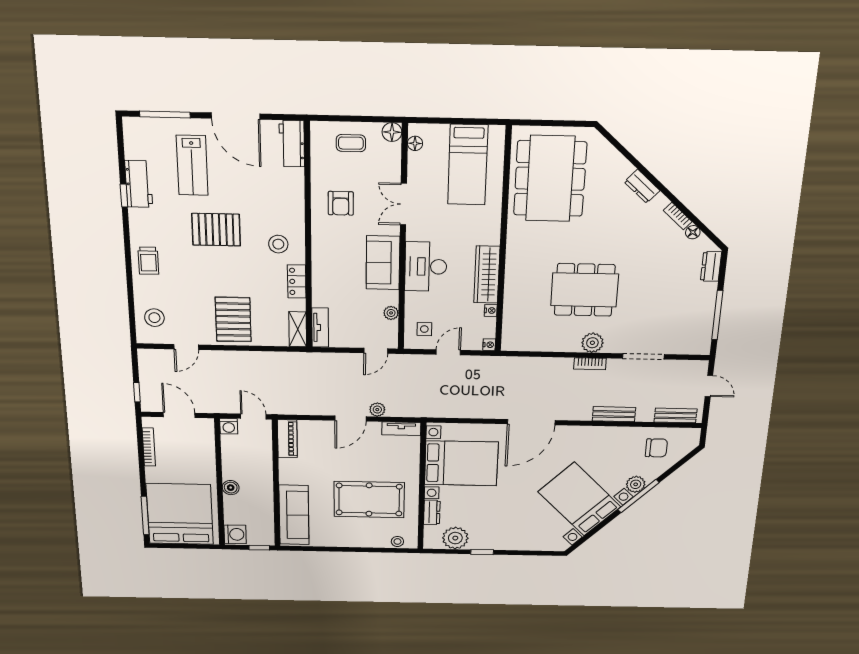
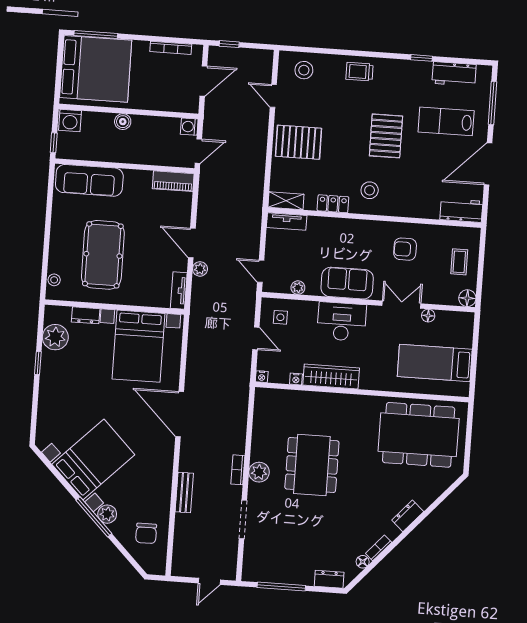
floor lamp: (415, 143) -> (428, 316), moved
workbench: (139, 184) -> (454, 74), moved
bench: (676, 415) -> (180, 551), removed

